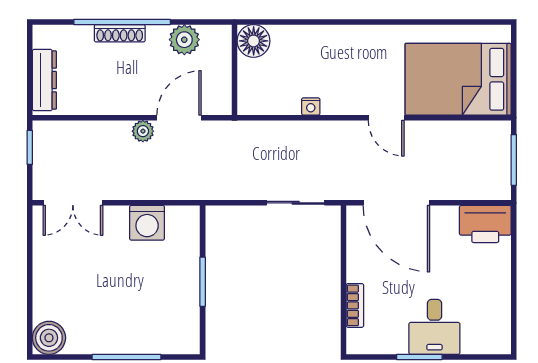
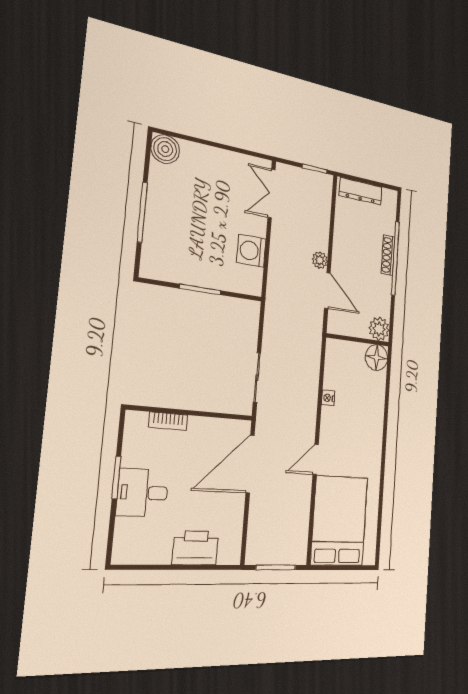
plant: (184, 40) -> (379, 329), moved
printer: (485, 224) -> (195, 548), moved, turned 90

